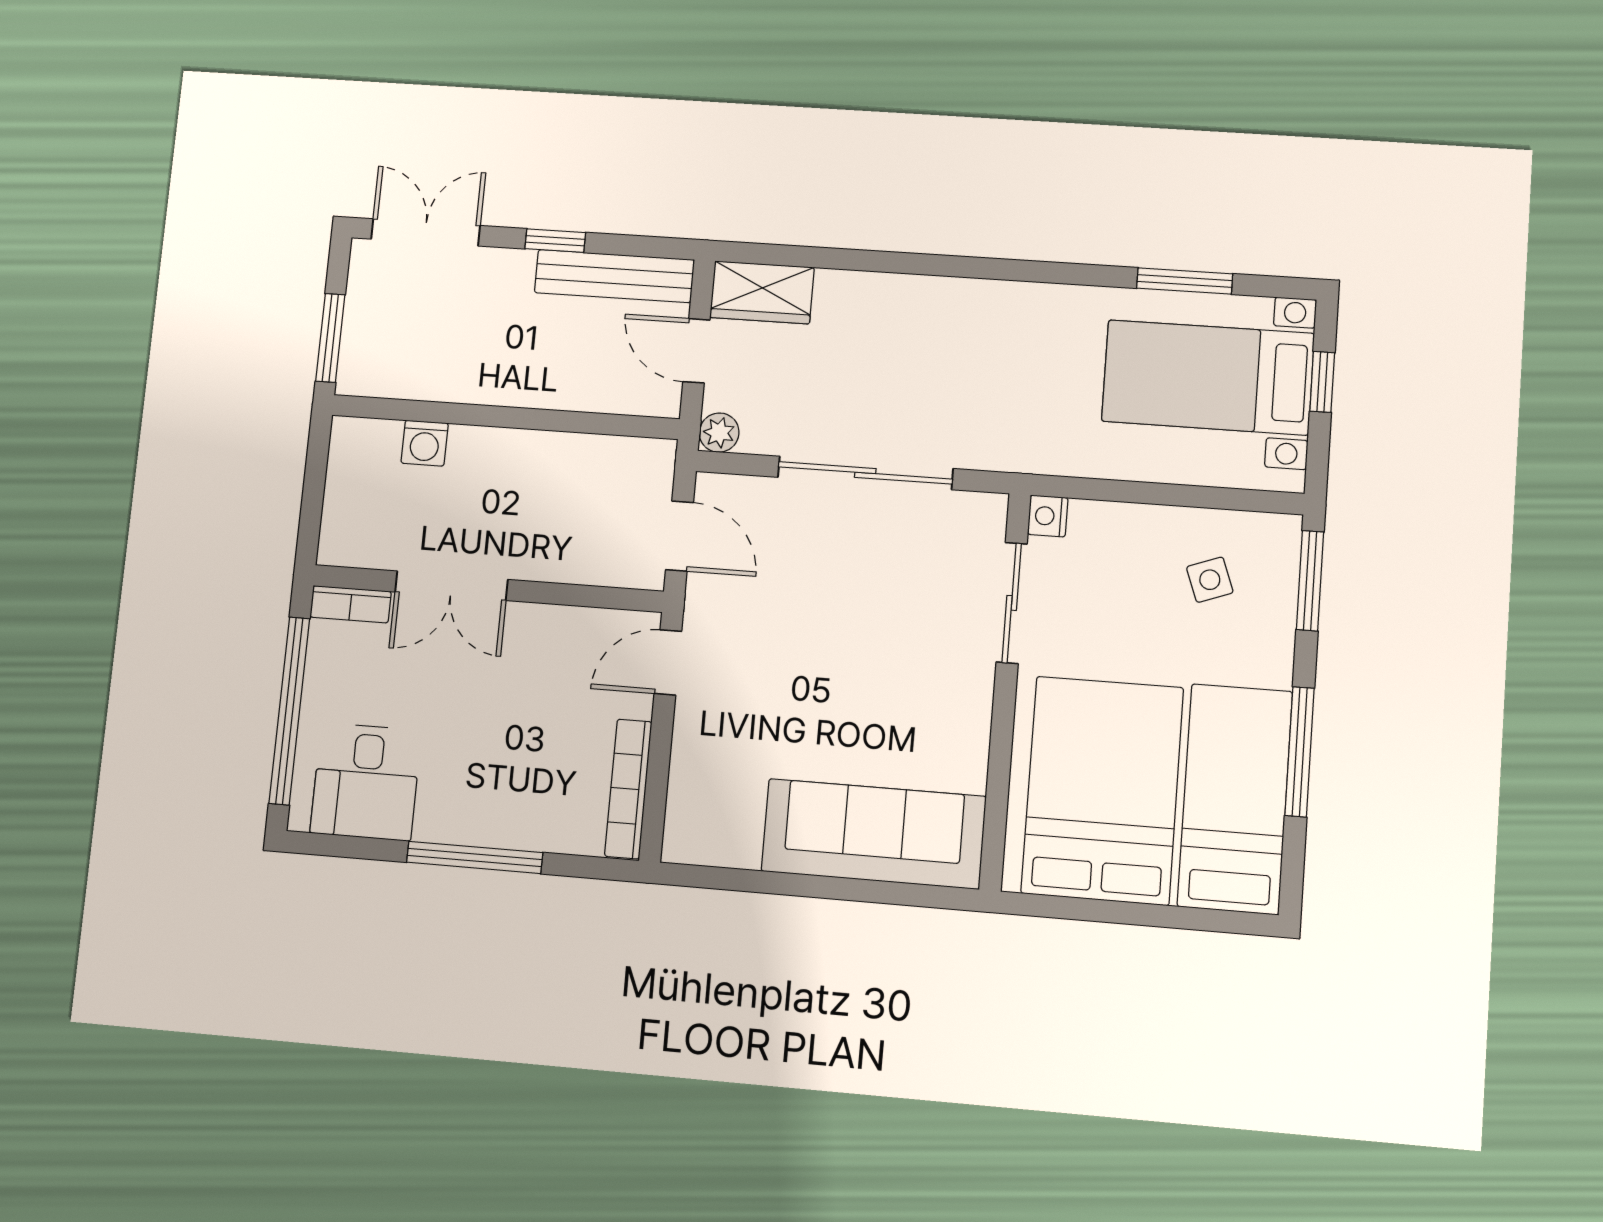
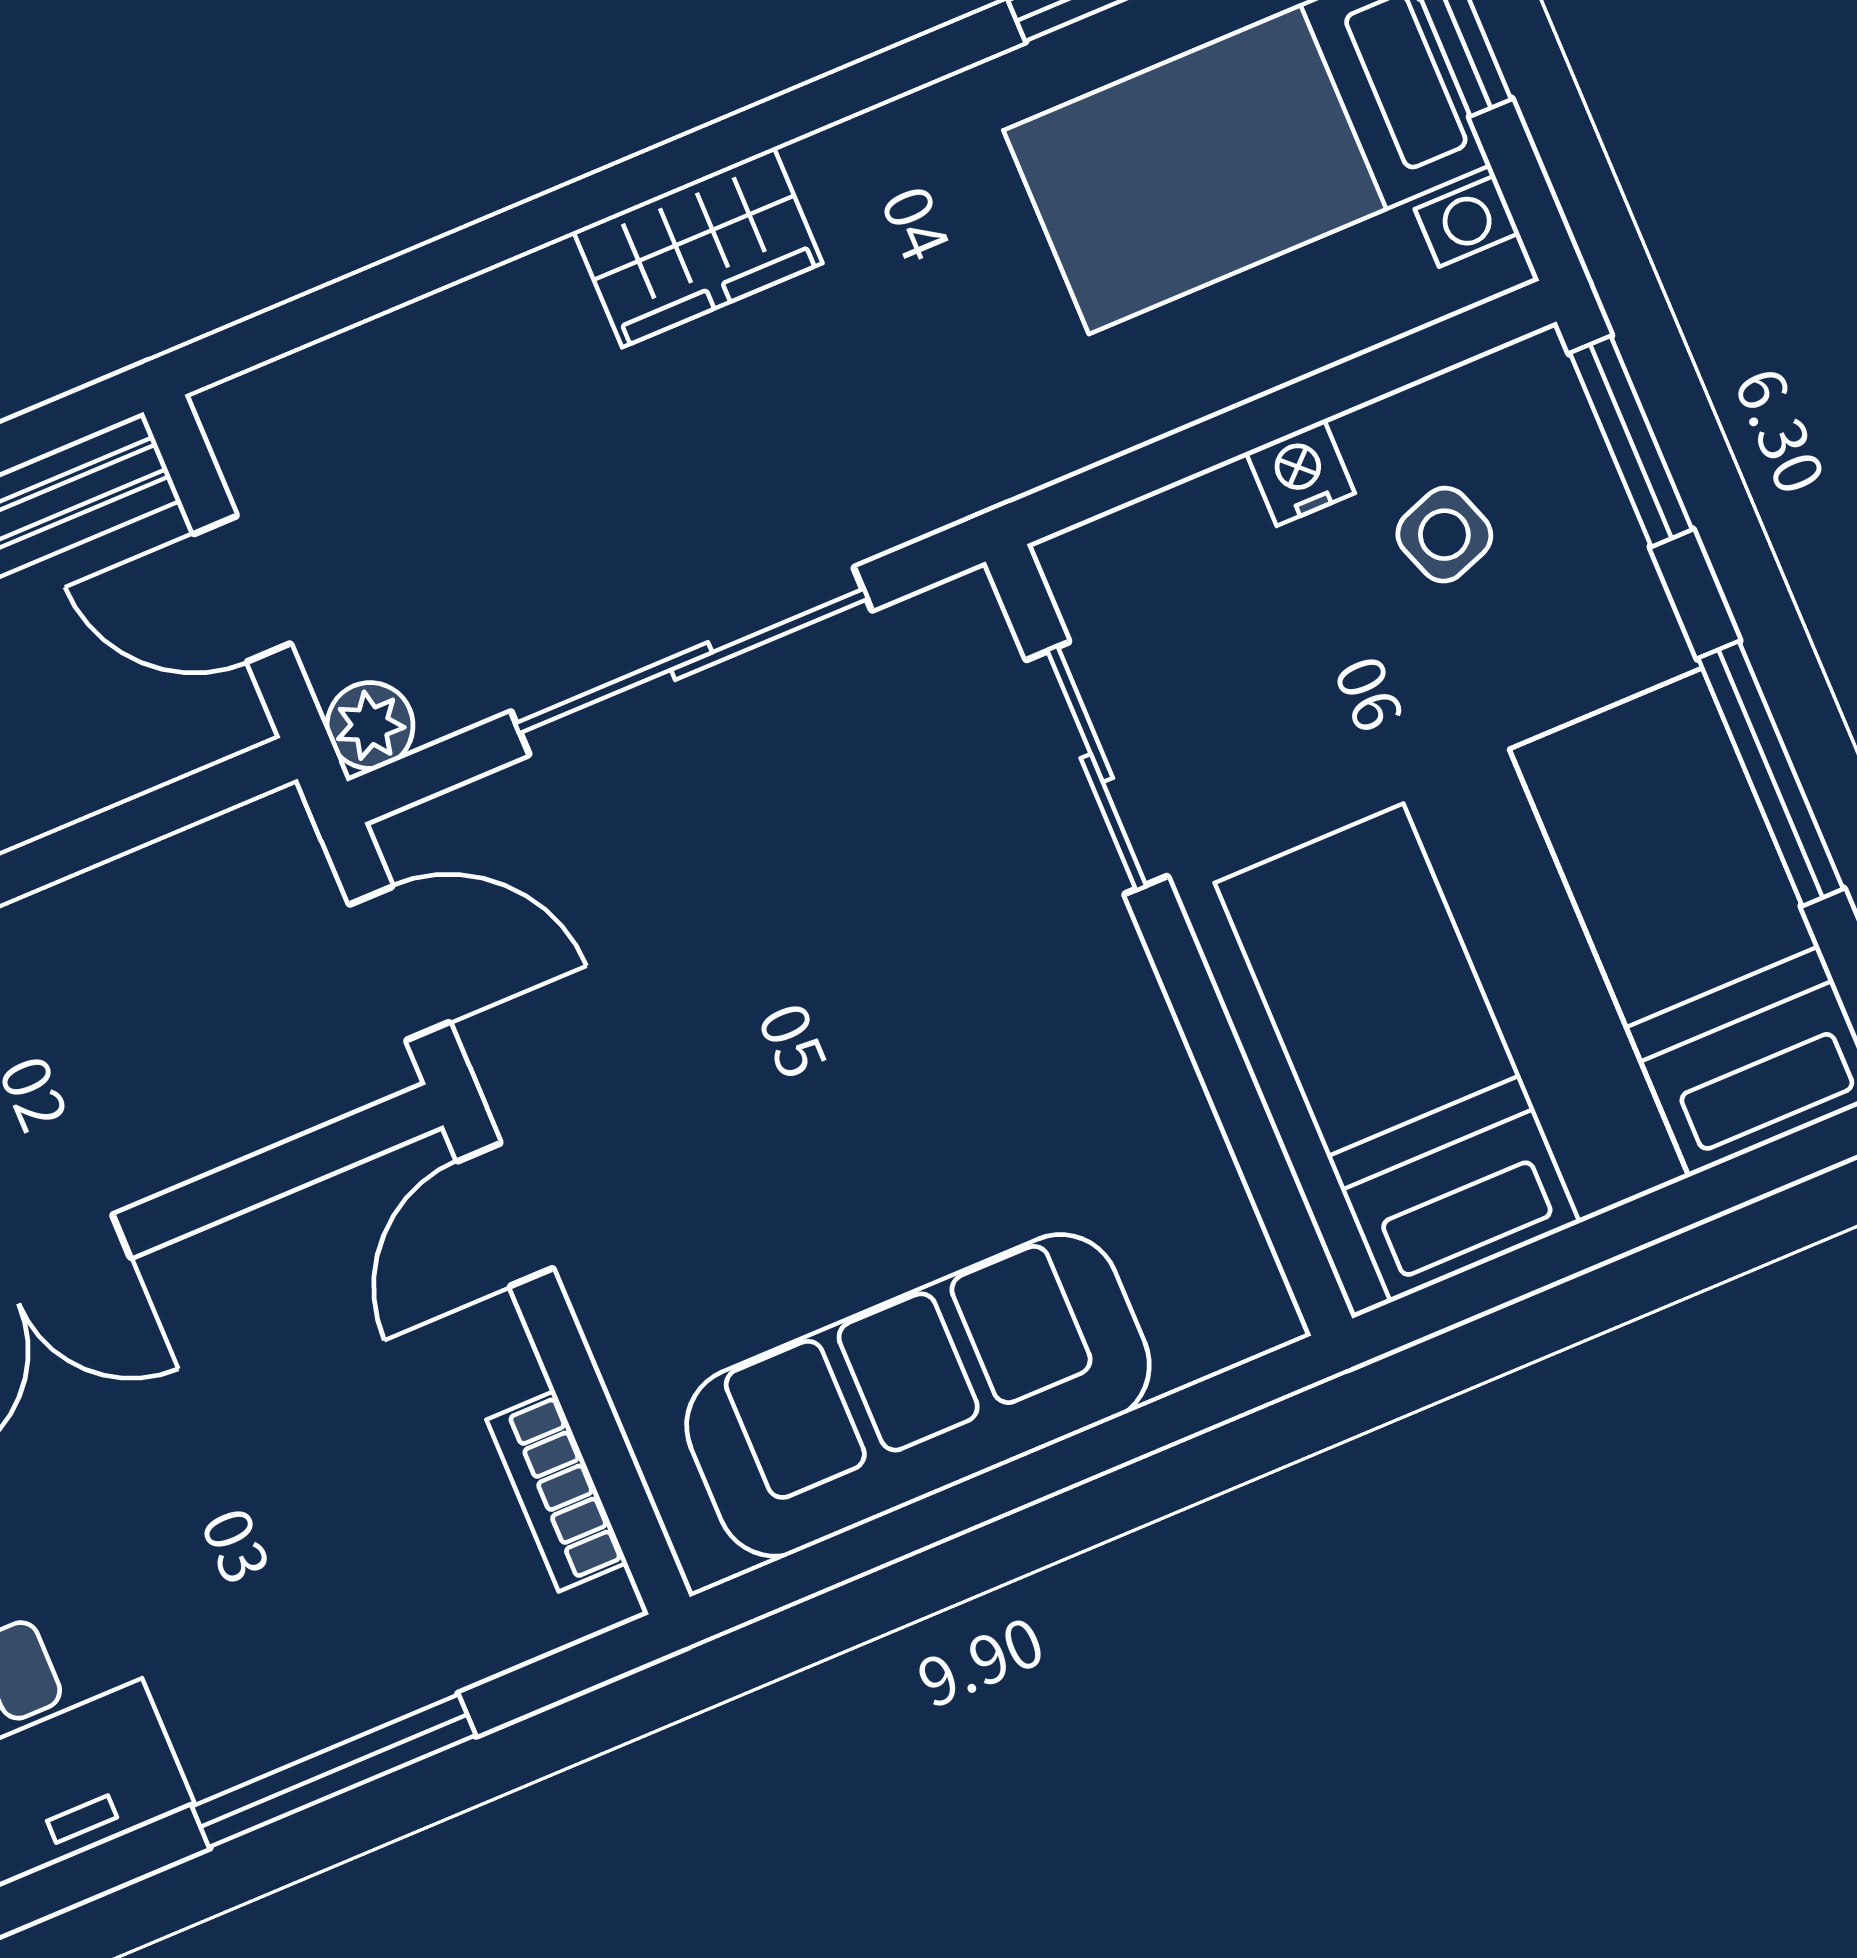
wardrobe: (762, 292) -> (698, 247), moved
nightstand: (1048, 516) -> (1300, 473), moved, turned 90
bookcase: (628, 789) -> (557, 1491), width x0.64
bed: (1102, 790) -> (1397, 1053), width x0.67
sofa: (874, 834) -> (918, 1395), moved

